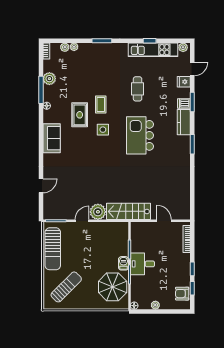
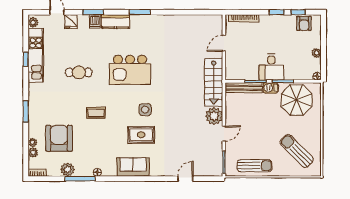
armchair: (78, 71) -> (59, 138), added
rug: (80, 115) -> (141, 135), moved
side table: (103, 130) -> (145, 110), moved
door: (41, 186) -> (185, 179), hinge flipped
door: (82, 221) -> (224, 134), swing flipped
bench: (124, 239) -> (244, 88), added
sun lounger: (53, 249) -> (255, 166), width x0.73, depth x0.75

